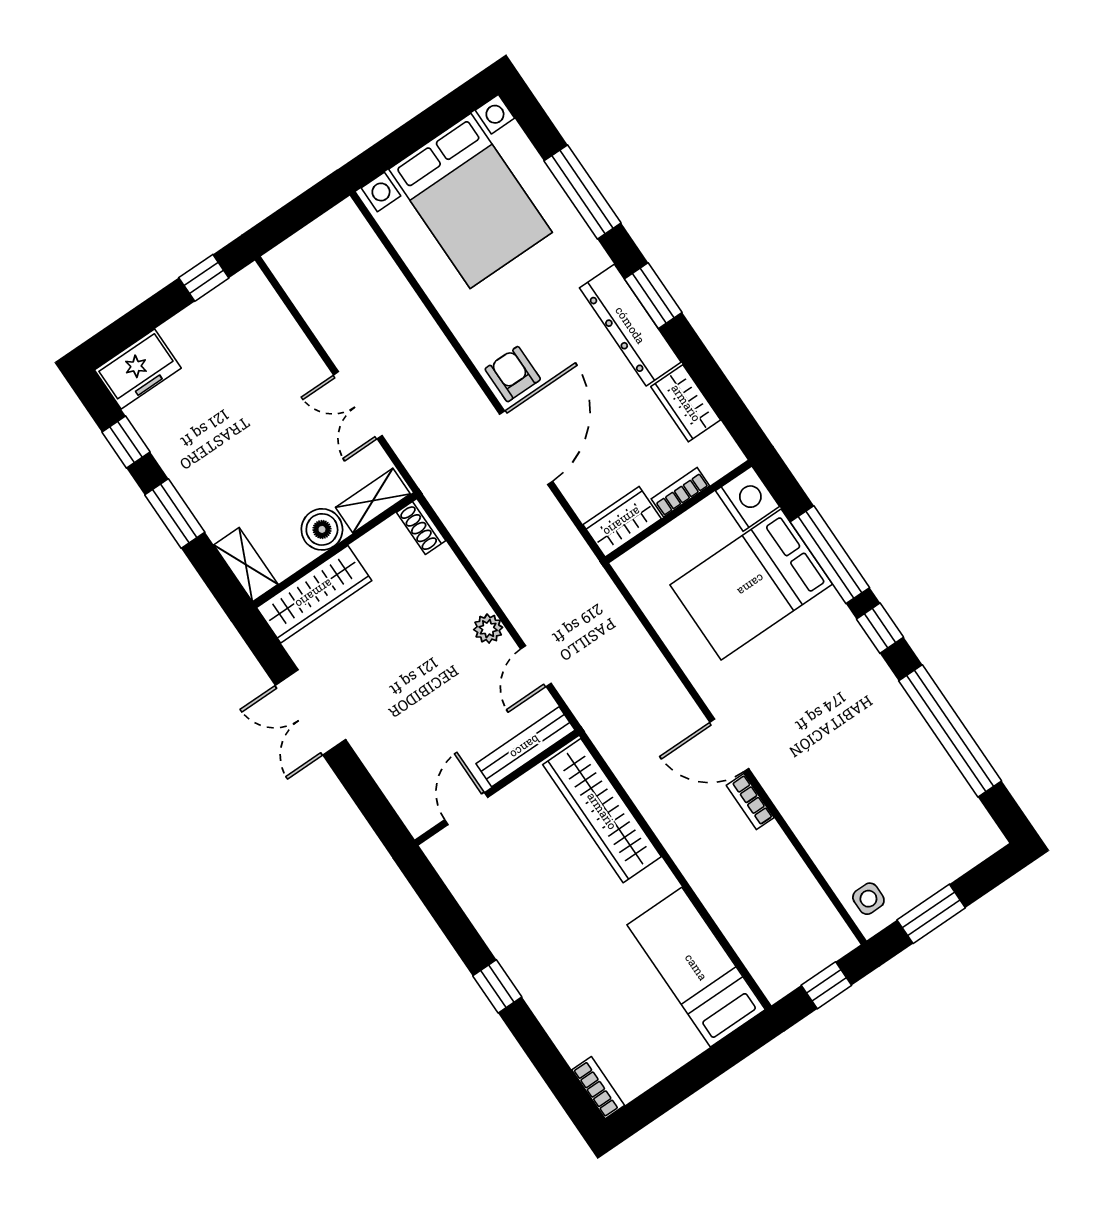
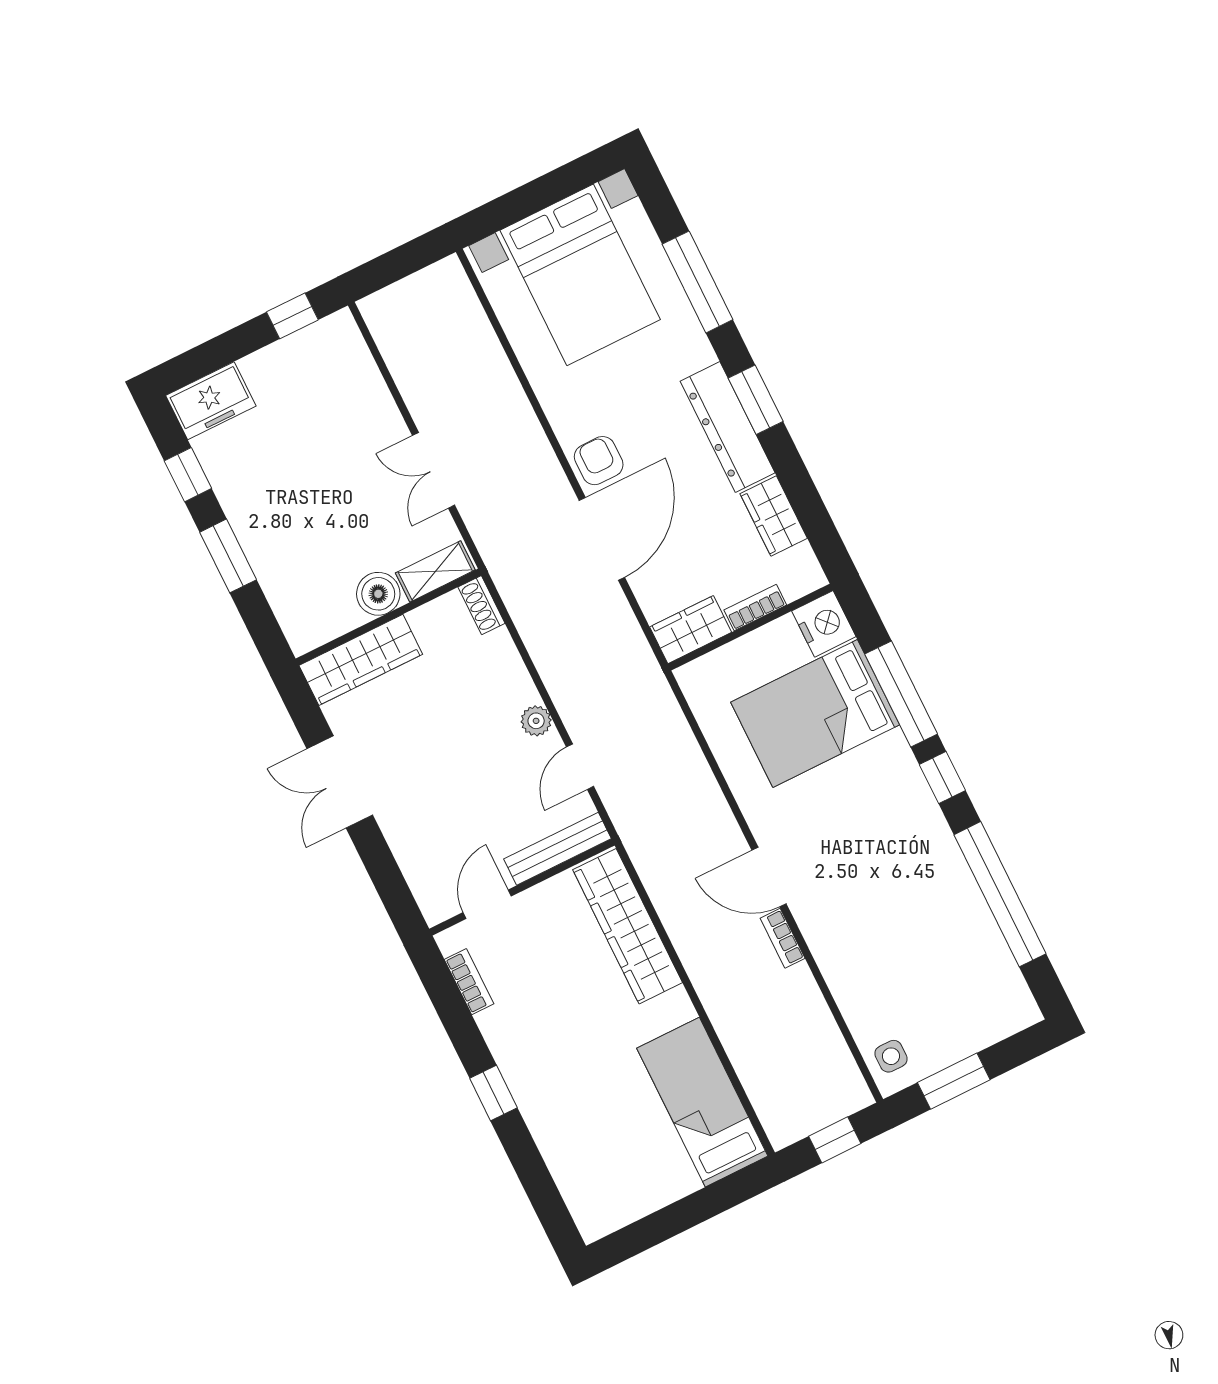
shelving: (246, 565) -> (294, 619), removed
bookcase: (598, 1088) -> (469, 982), moved

